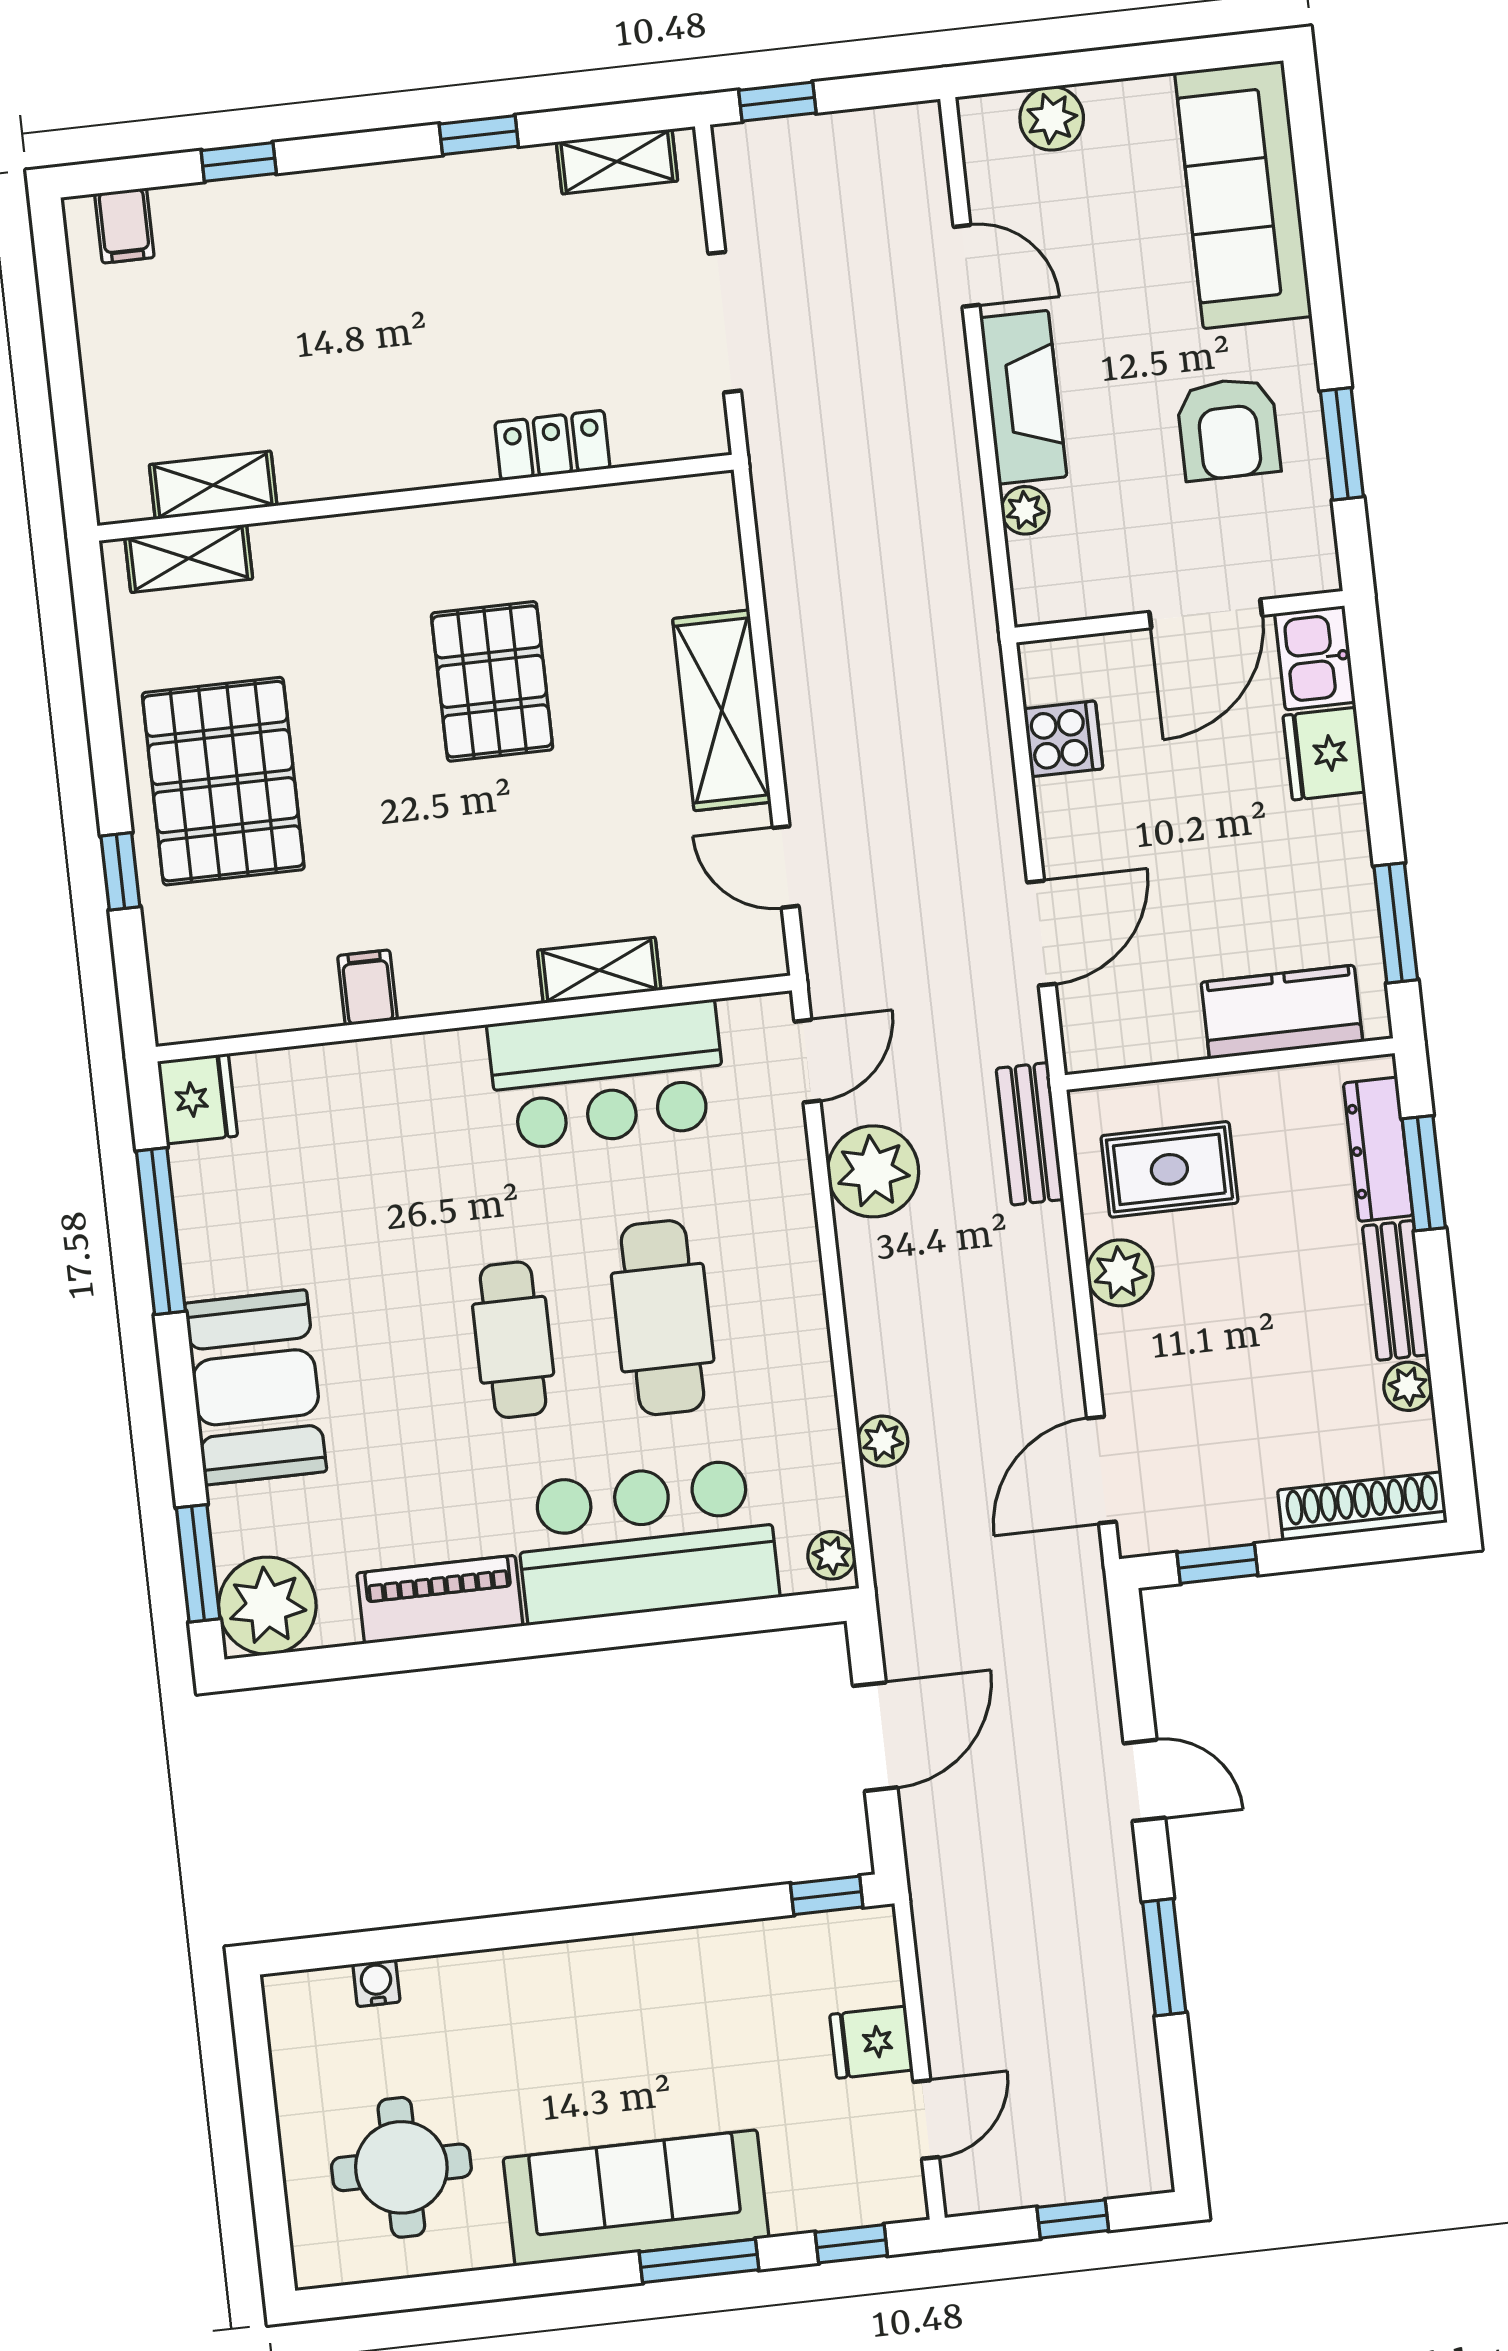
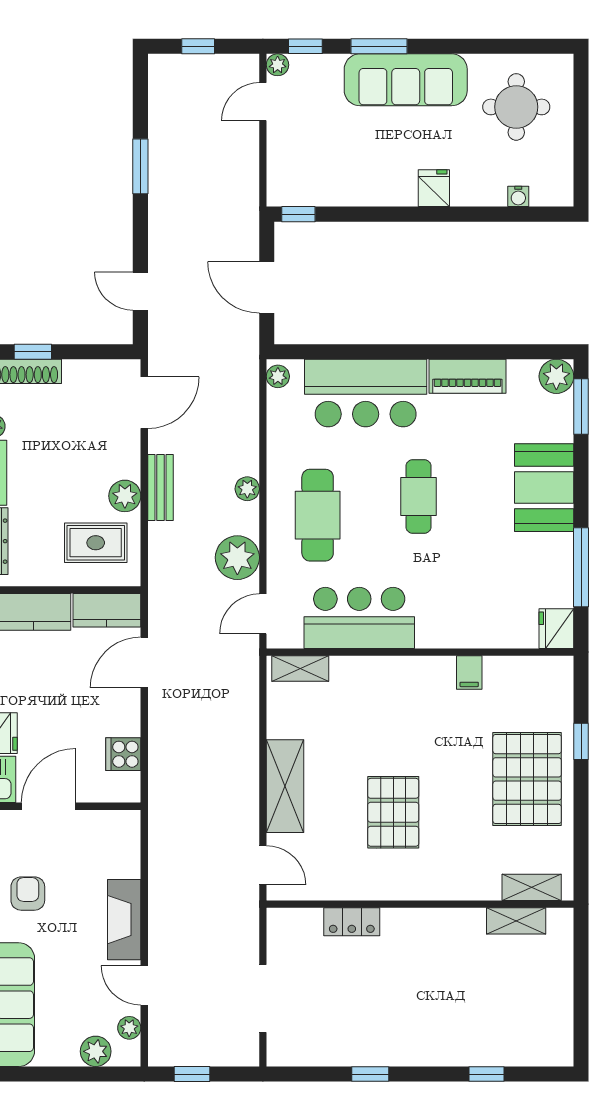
window: (777, 102) -> (192, 1074), moved
shelving: (617, 162) -> (306, 1054), removed
filing cabinet: (124, 226) -> (545, 1050), removed
doorway: (725, 322) -> (263, 998), moved
armchair: (1228, 429) -> (28, 894), width x0.72, depth x0.72
plant: (1025, 510) -> (129, 1028), moved
door: (786, 867) -> (263, 865), moved
shelving: (599, 970) -> (300, 668), moved
kitchen counter: (1131, 1032) -> (107, 610), added
bench: (1030, 1134) -> (160, 488), moved
cafe table: (663, 1318) -> (318, 515), moved
plant: (883, 1441) -> (247, 489), moved
window: (1217, 1564) -> (33, 352), moved
plant: (267, 1606) -> (556, 376), width x0.73, depth x0.73
door: (875, 1737) -> (267, 287), hinge flipped
door: (1144, 1780) -> (140, 291), moved
fridge: (871, 2042) -> (434, 188), moved, turned -90
plant: (904, 2199) -> (278, 65), added

